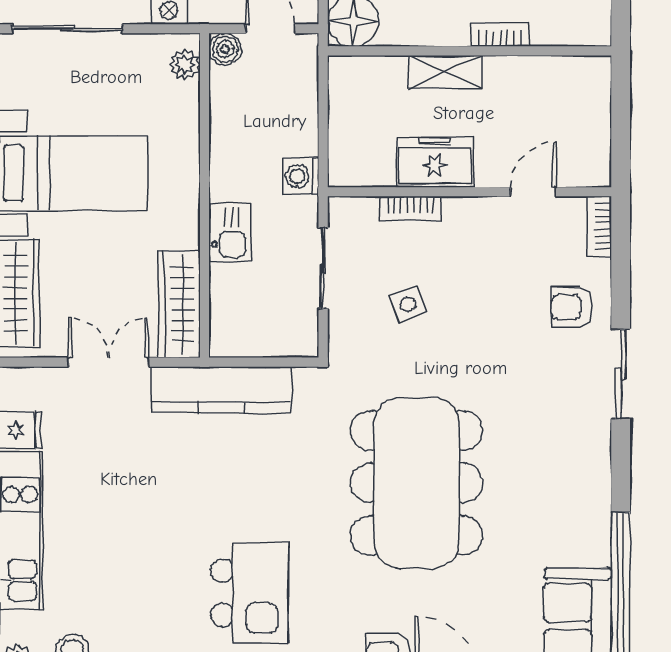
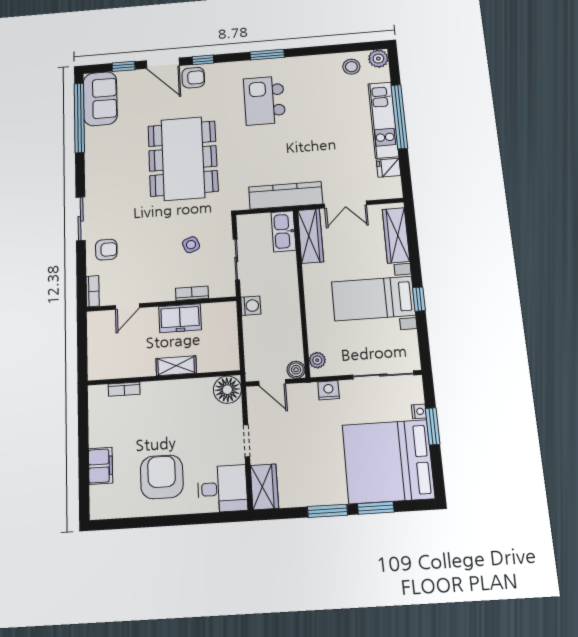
bookcase: (500, 35) -> (124, 389), moved
kitchen sink: (230, 233) -> (283, 231), moved, width x1.38

